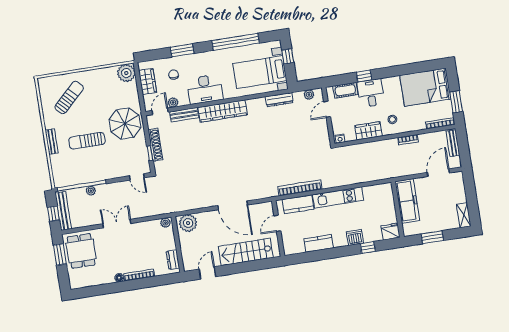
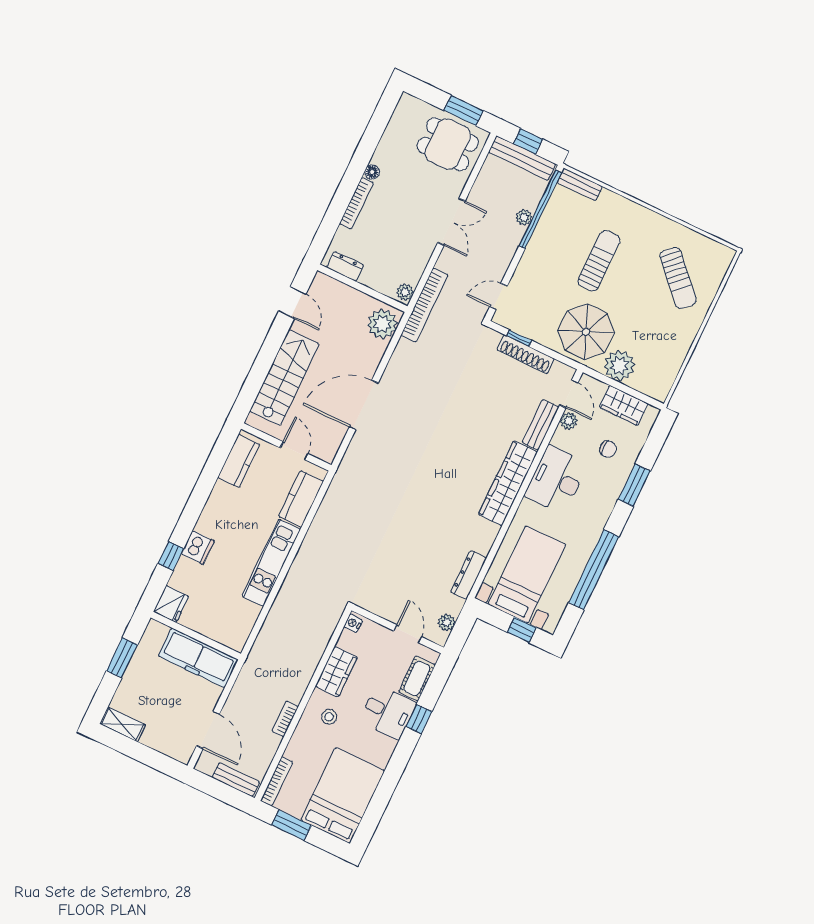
plant: (126, 73) -> (619, 366), moved
bench: (52, 142) -> (580, 184), moved
bookcase: (300, 188) -> (425, 305), moved
kitchen counter: (319, 243) -> (239, 461), moved

